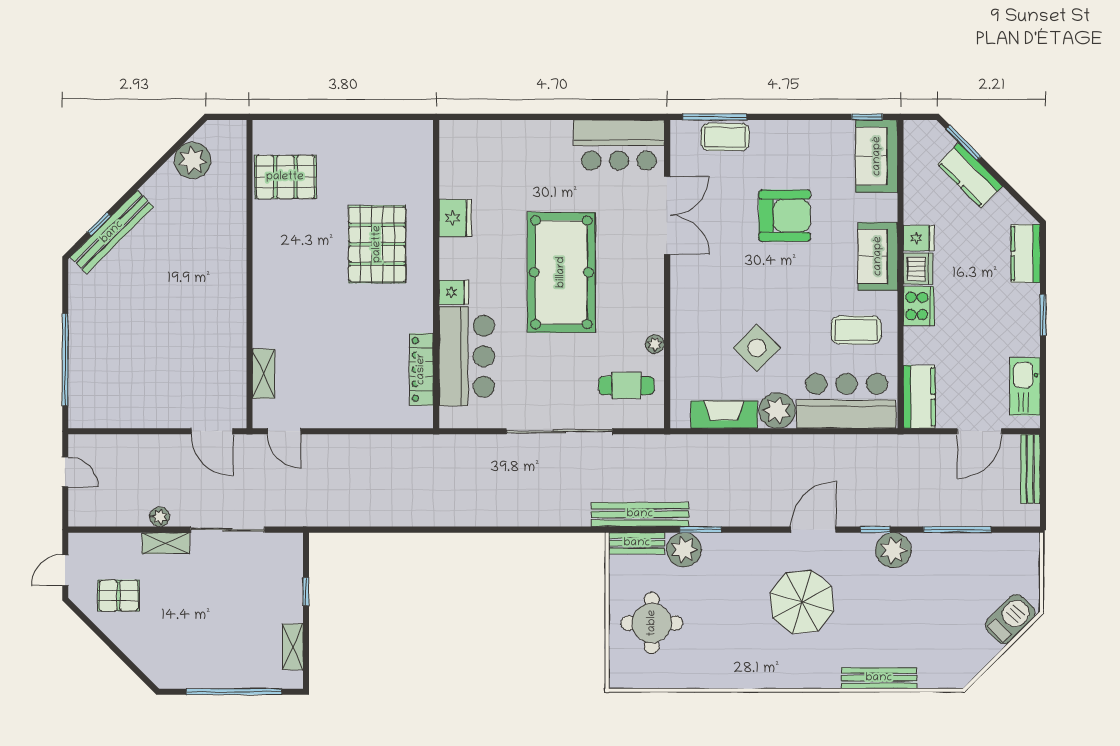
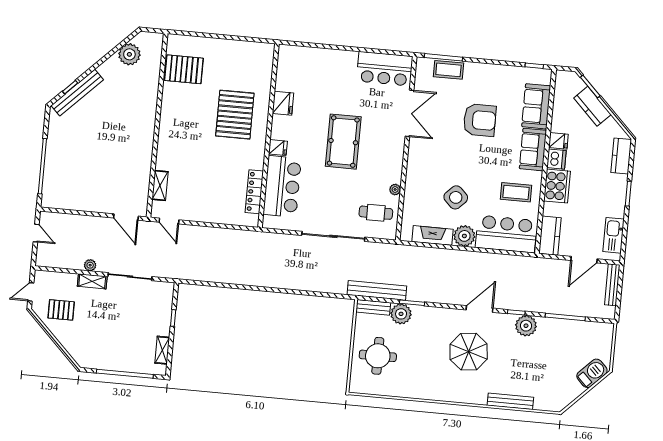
sofa: (877, 156) -> (536, 106), moved
pool table: (561, 272) -> (343, 142), width x0.73, depth x0.76
cooker: (919, 306) -> (557, 186), width x1.37, depth x1.31

